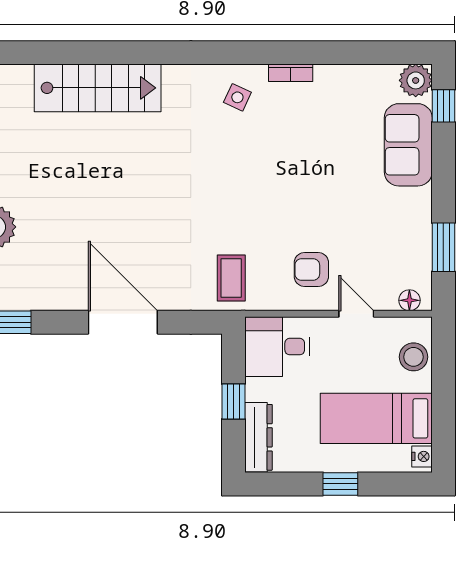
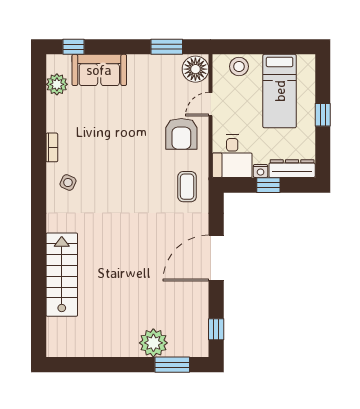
plant: (416, 80) -> (57, 84), moved
armchair: (311, 269) -> (181, 134), width x1.38, depth x1.38
coffee table: (231, 278) -> (187, 187), turned 90
floor lamp: (409, 300) -> (195, 69), width x1.89, depth x1.89
nightstand: (422, 456) -> (261, 171), moved, turned 180

